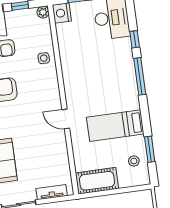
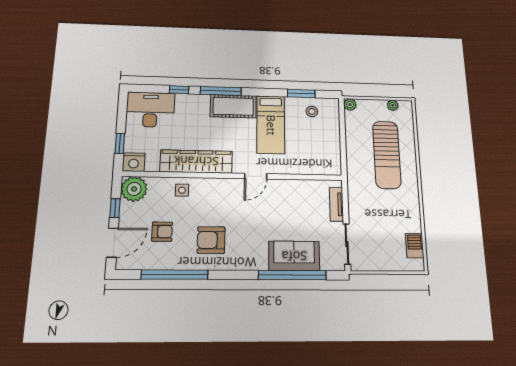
plant: (43, 12) -> (134, 189), width x1.88, depth x1.88
wardrobe: (71, 66) -> (196, 161), added
cot: (97, 181) -> (233, 106), moved, turned 90
plant: (146, 195) -> (350, 105), added

